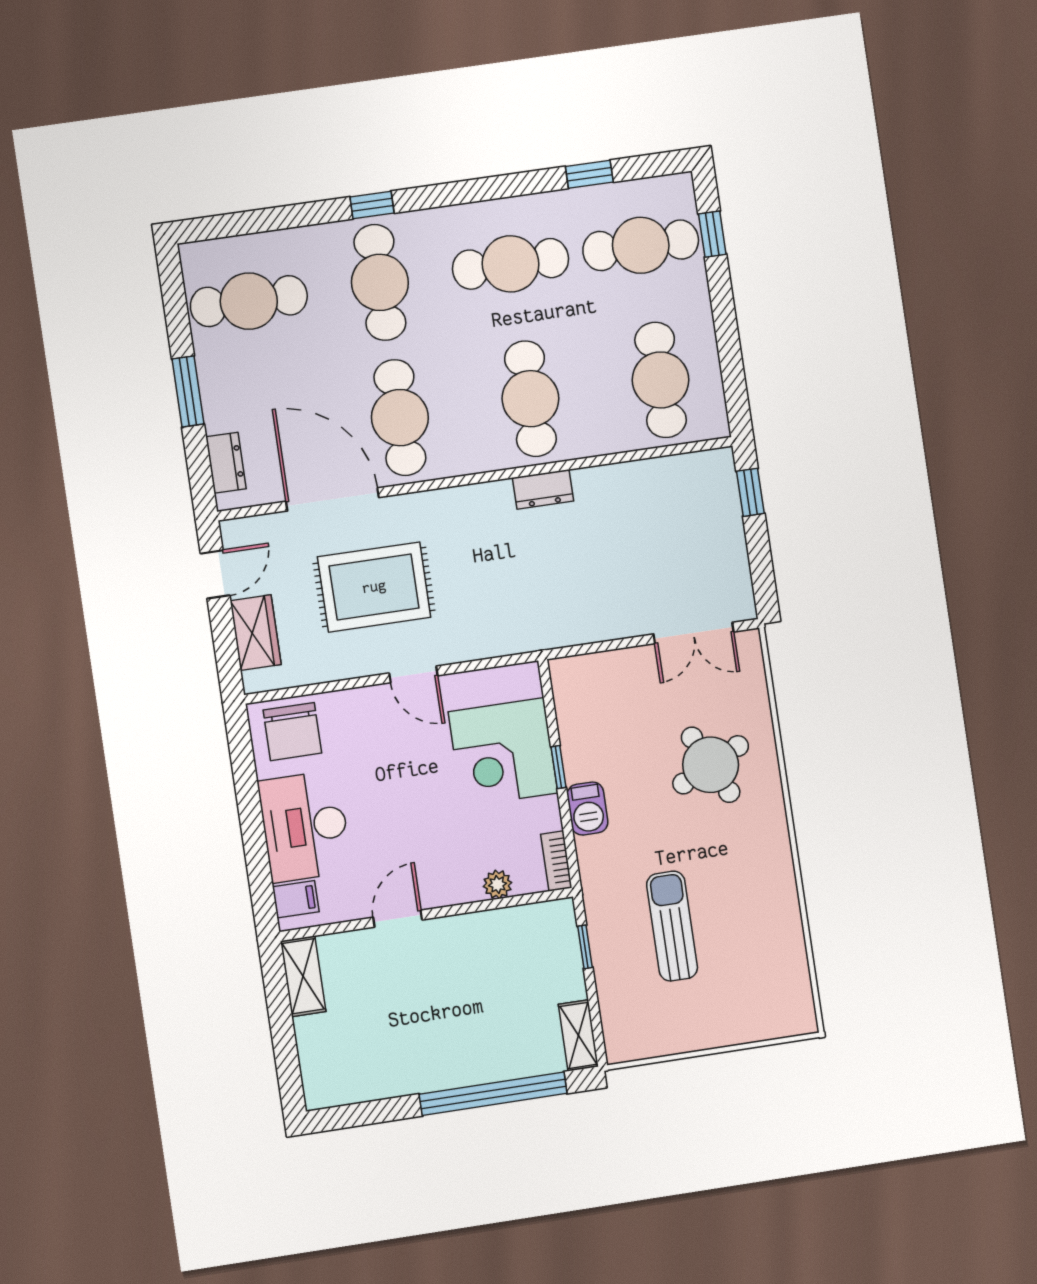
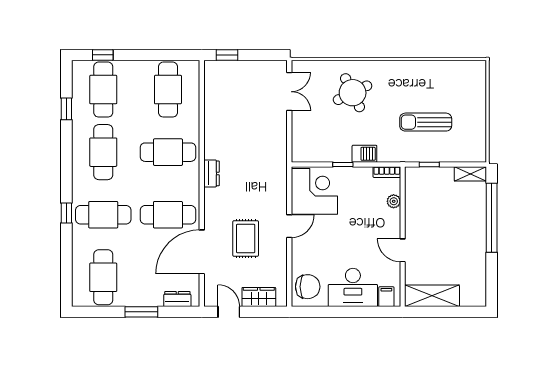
cafe table: (661, 380) -> (168, 90), turned 90
dresser: (543, 489) -> (211, 173), moved
rug: (374, 587) -> (246, 238), width x0.73, depth x0.70
corner desk: (503, 752) -> (314, 191), moved, turned -90
shelving: (303, 976) -> (432, 296), width x1.50, depth x1.33

